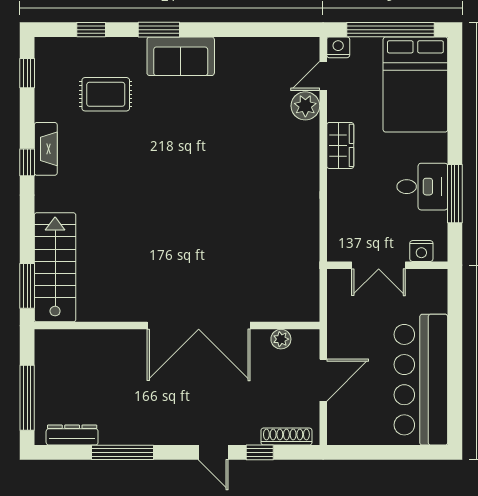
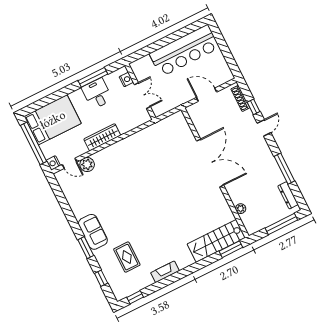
wardrobe: (340, 145) -> (102, 137), width x1.50
window: (27, 162) -> (175, 277), removed
plant: (281, 339) -> (241, 209), moved

